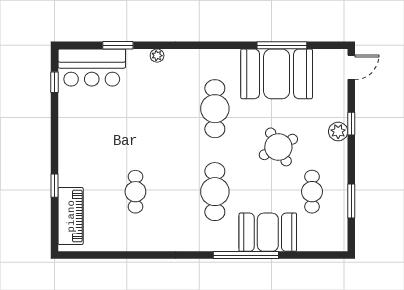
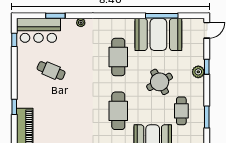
cafe table: (135, 192) -> (51, 71), moved, turned -67

